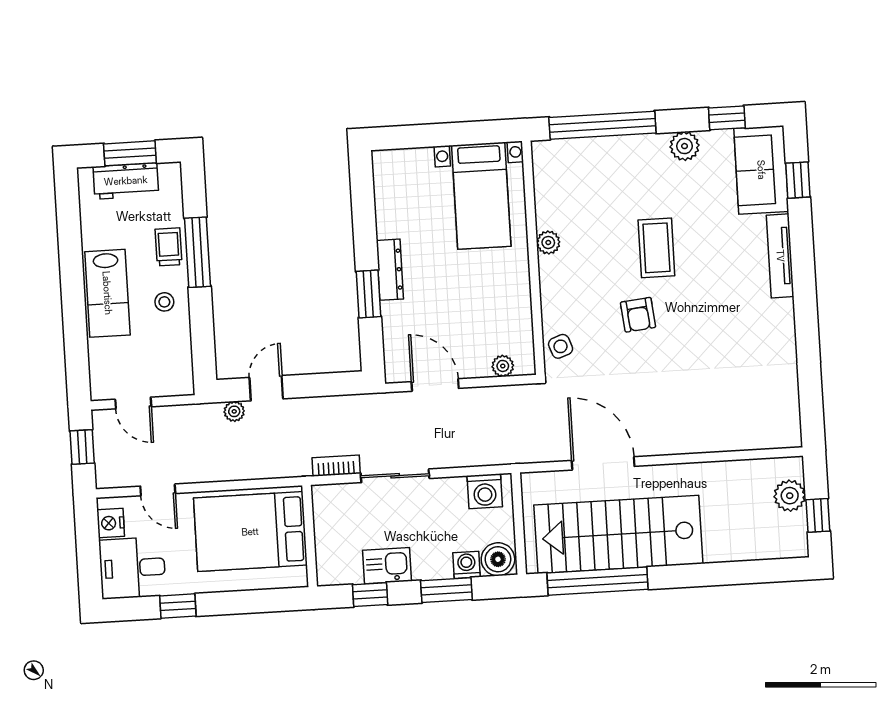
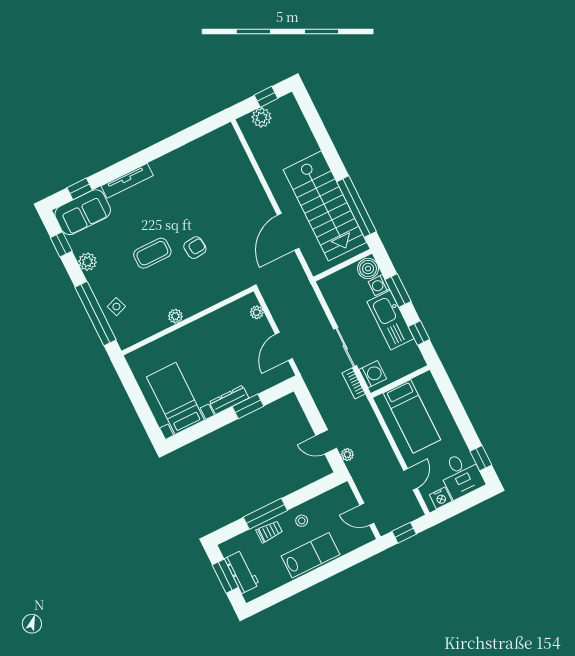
bed with nightstands: (481, 196) -> (175, 398), moved, turned -90
trolley: (169, 247) -> (269, 532), turned 180
side table: (561, 346) -> (116, 307), moved
door: (133, 403) -> (367, 514), swing flipped
washing machine: (485, 491) -> (373, 374), moved
bed: (250, 532) -> (412, 416), width x0.67
kitchen sink: (387, 566) -> (390, 320), width x1.88, depth x1.24
window: (178, 606) -> (481, 458), moved

